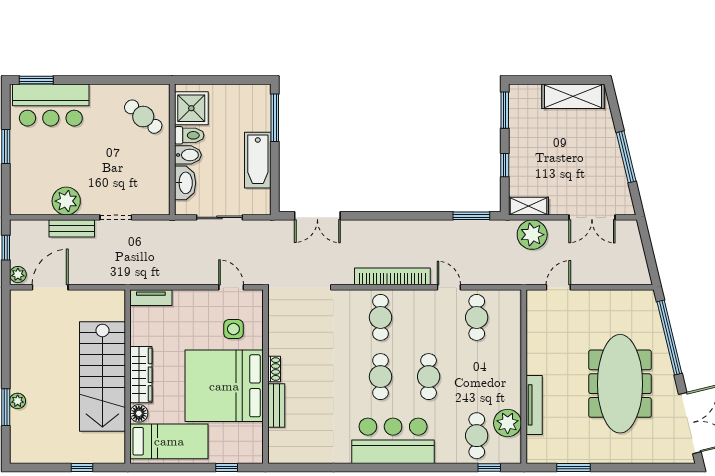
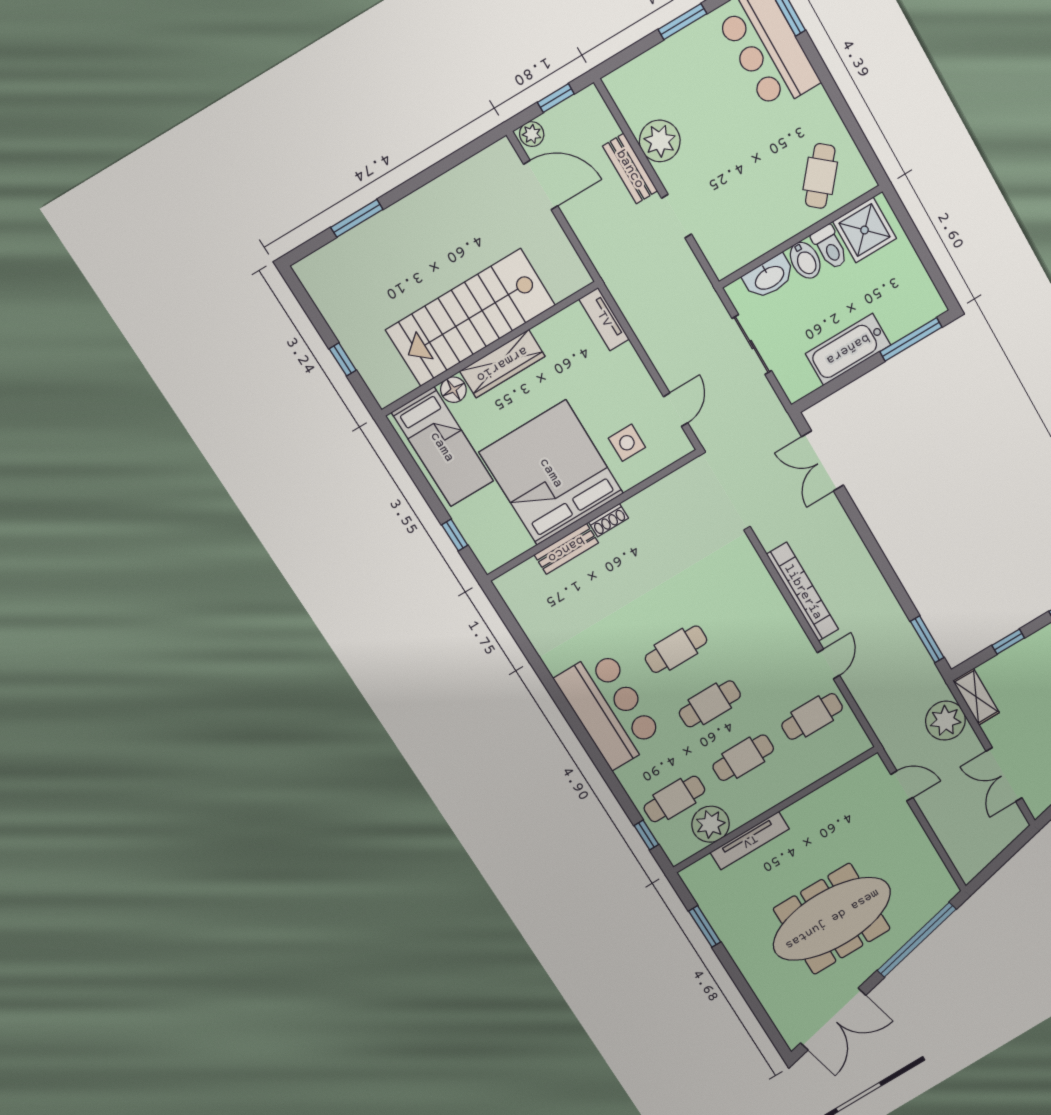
cafe table: (380, 317) -> (743, 758), moved
plant: (18, 401) -> (374, 229), removed

